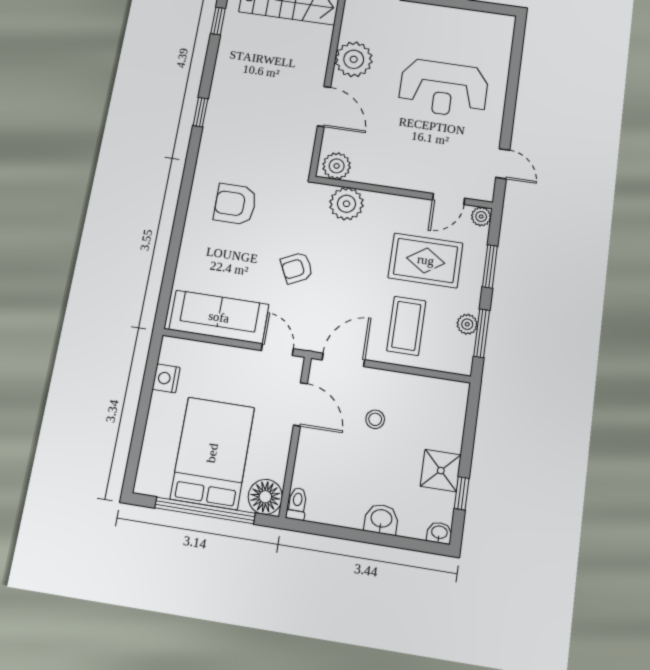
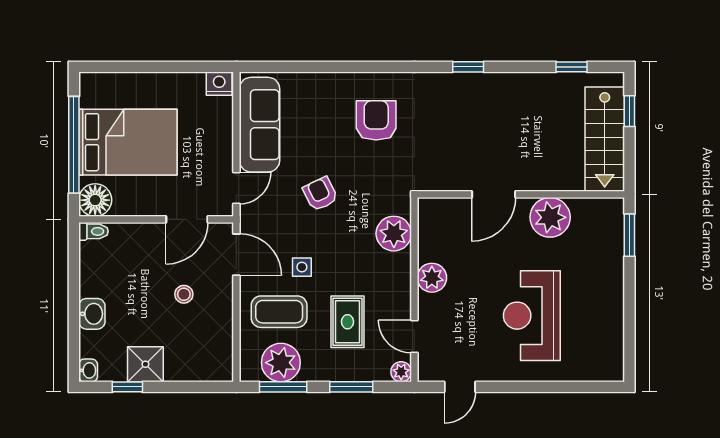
plant: (337, 166) -> (432, 278), moved
rug: (426, 260) -> (347, 322), width x0.73, depth x0.70
side table: (365, 297) -> (302, 267), added
plant: (467, 324) -> (281, 363), width x1.88, depth x1.88
nightstand: (166, 378) -> (219, 84), moved

